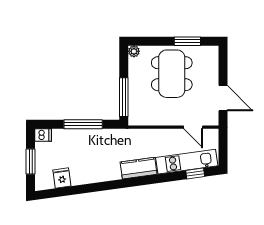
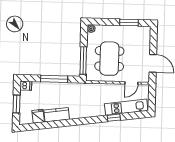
dining table: (172, 74) -> (109, 59), moved
door: (193, 127) -> (131, 83), hinge flipped
kitchen counter: (139, 168) -> (57, 115), moved
window: (195, 174) -> (114, 118), moved

